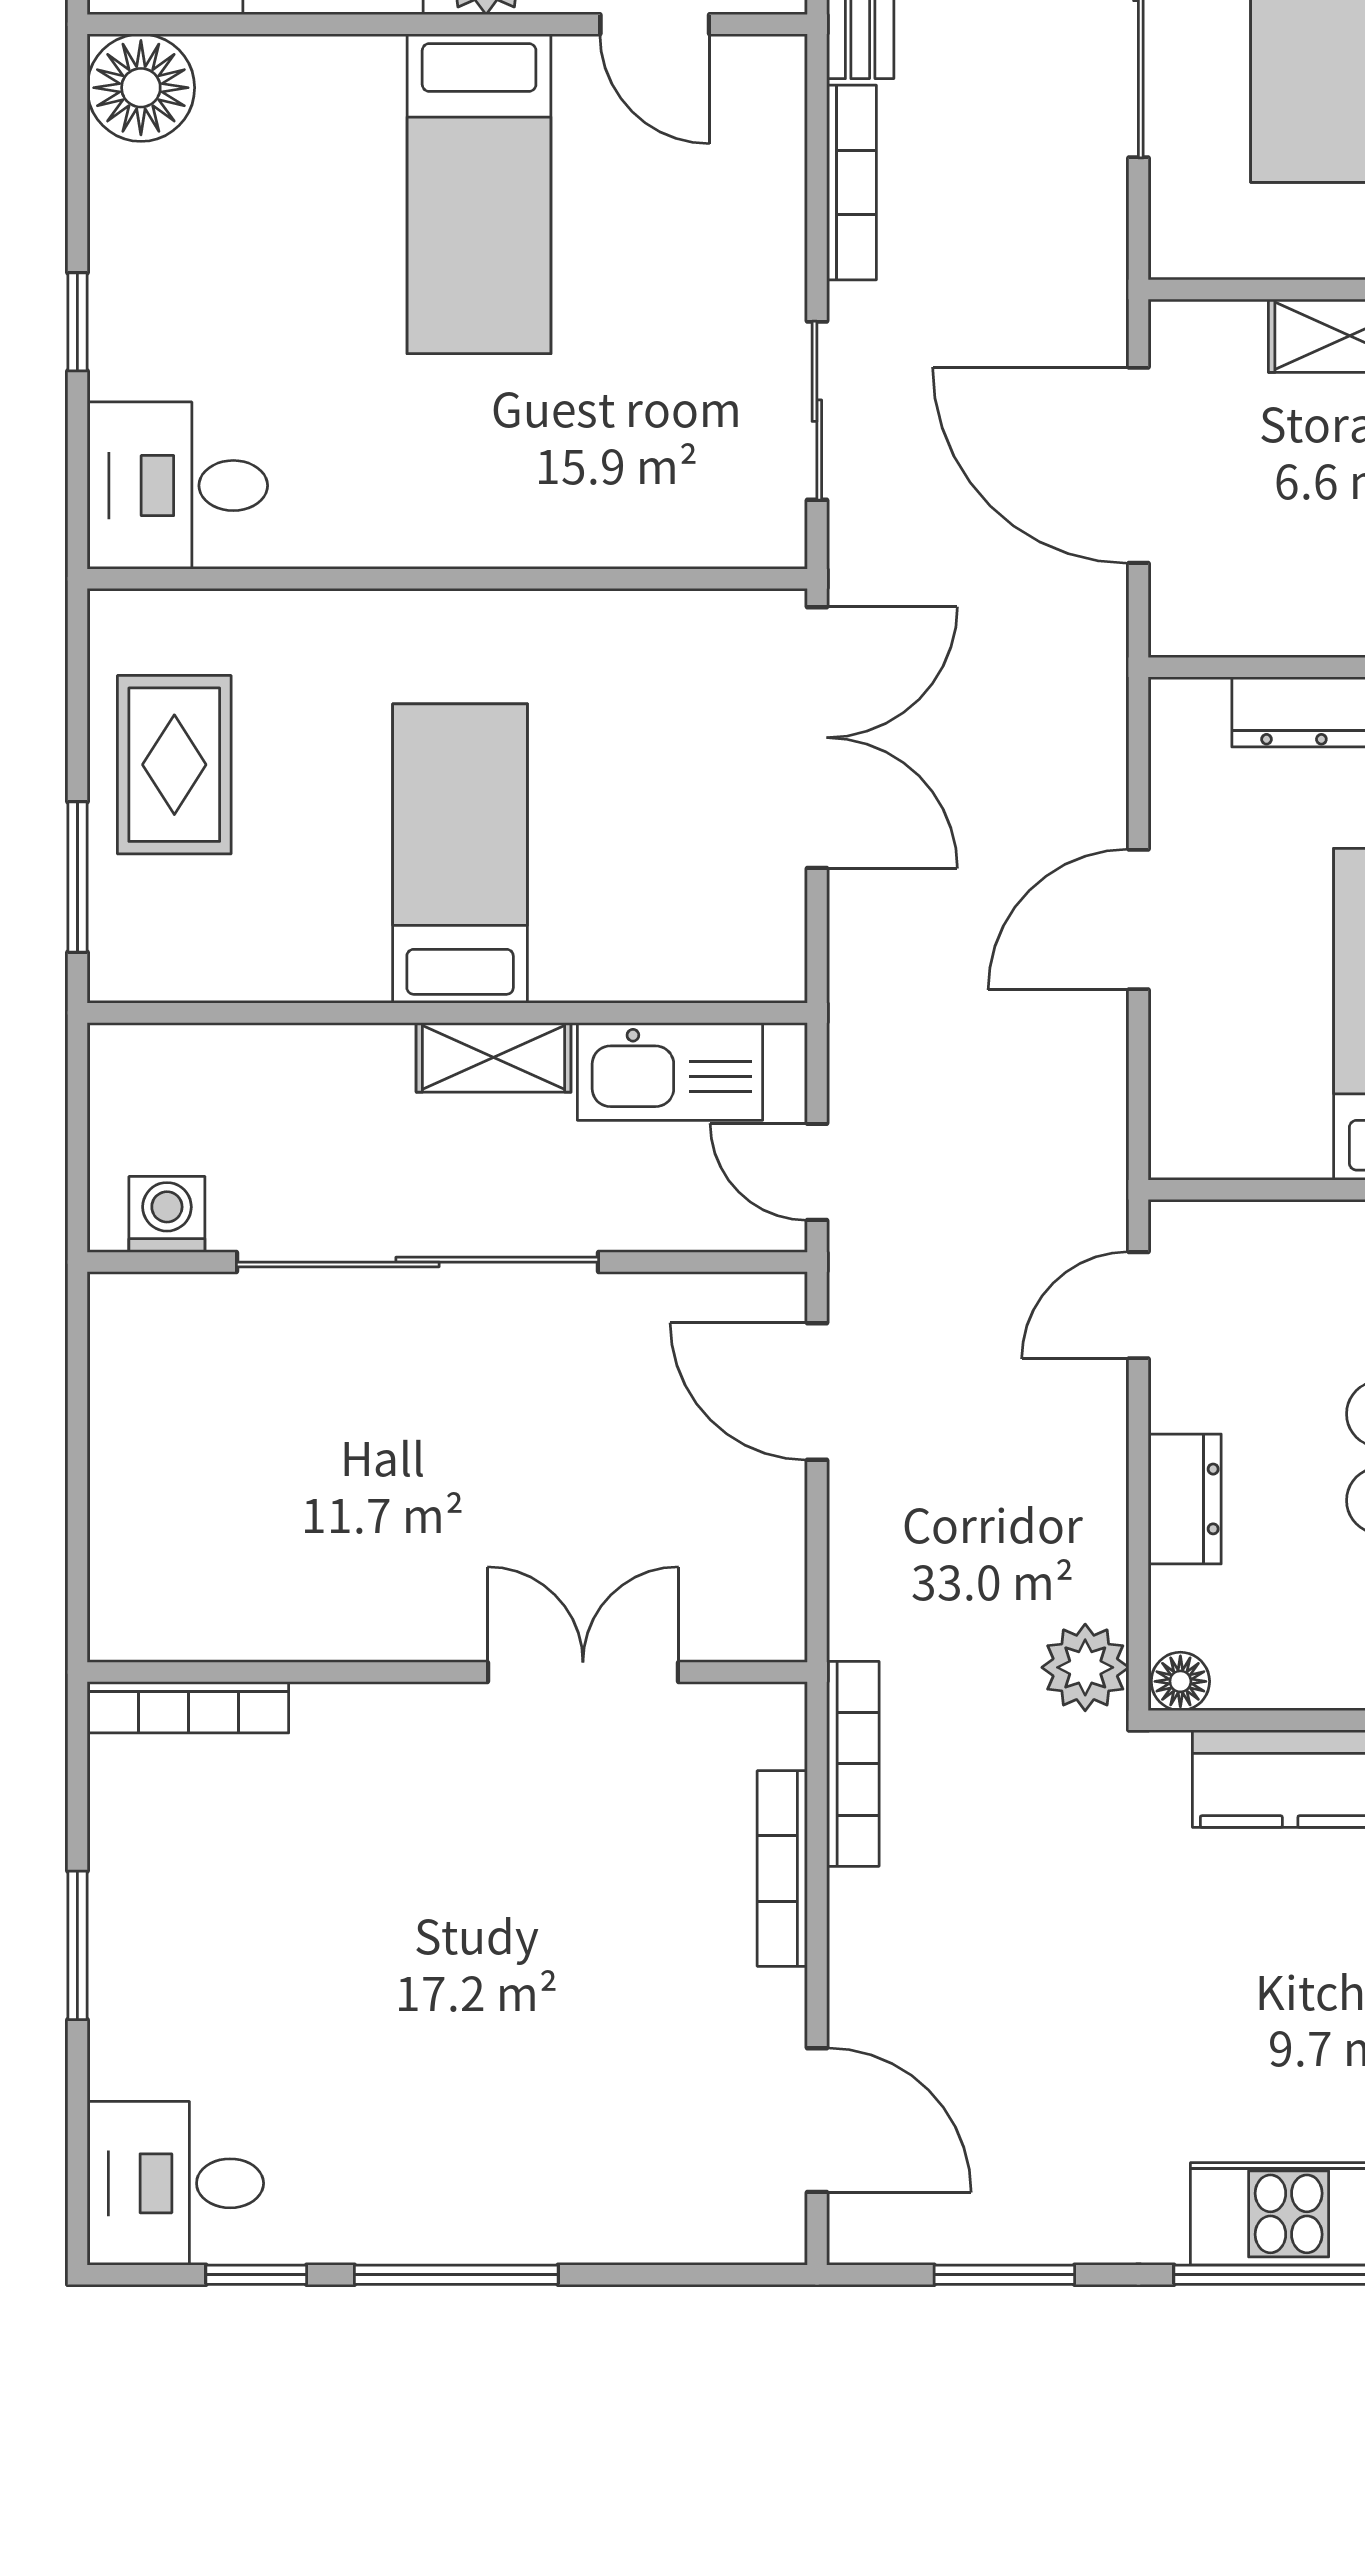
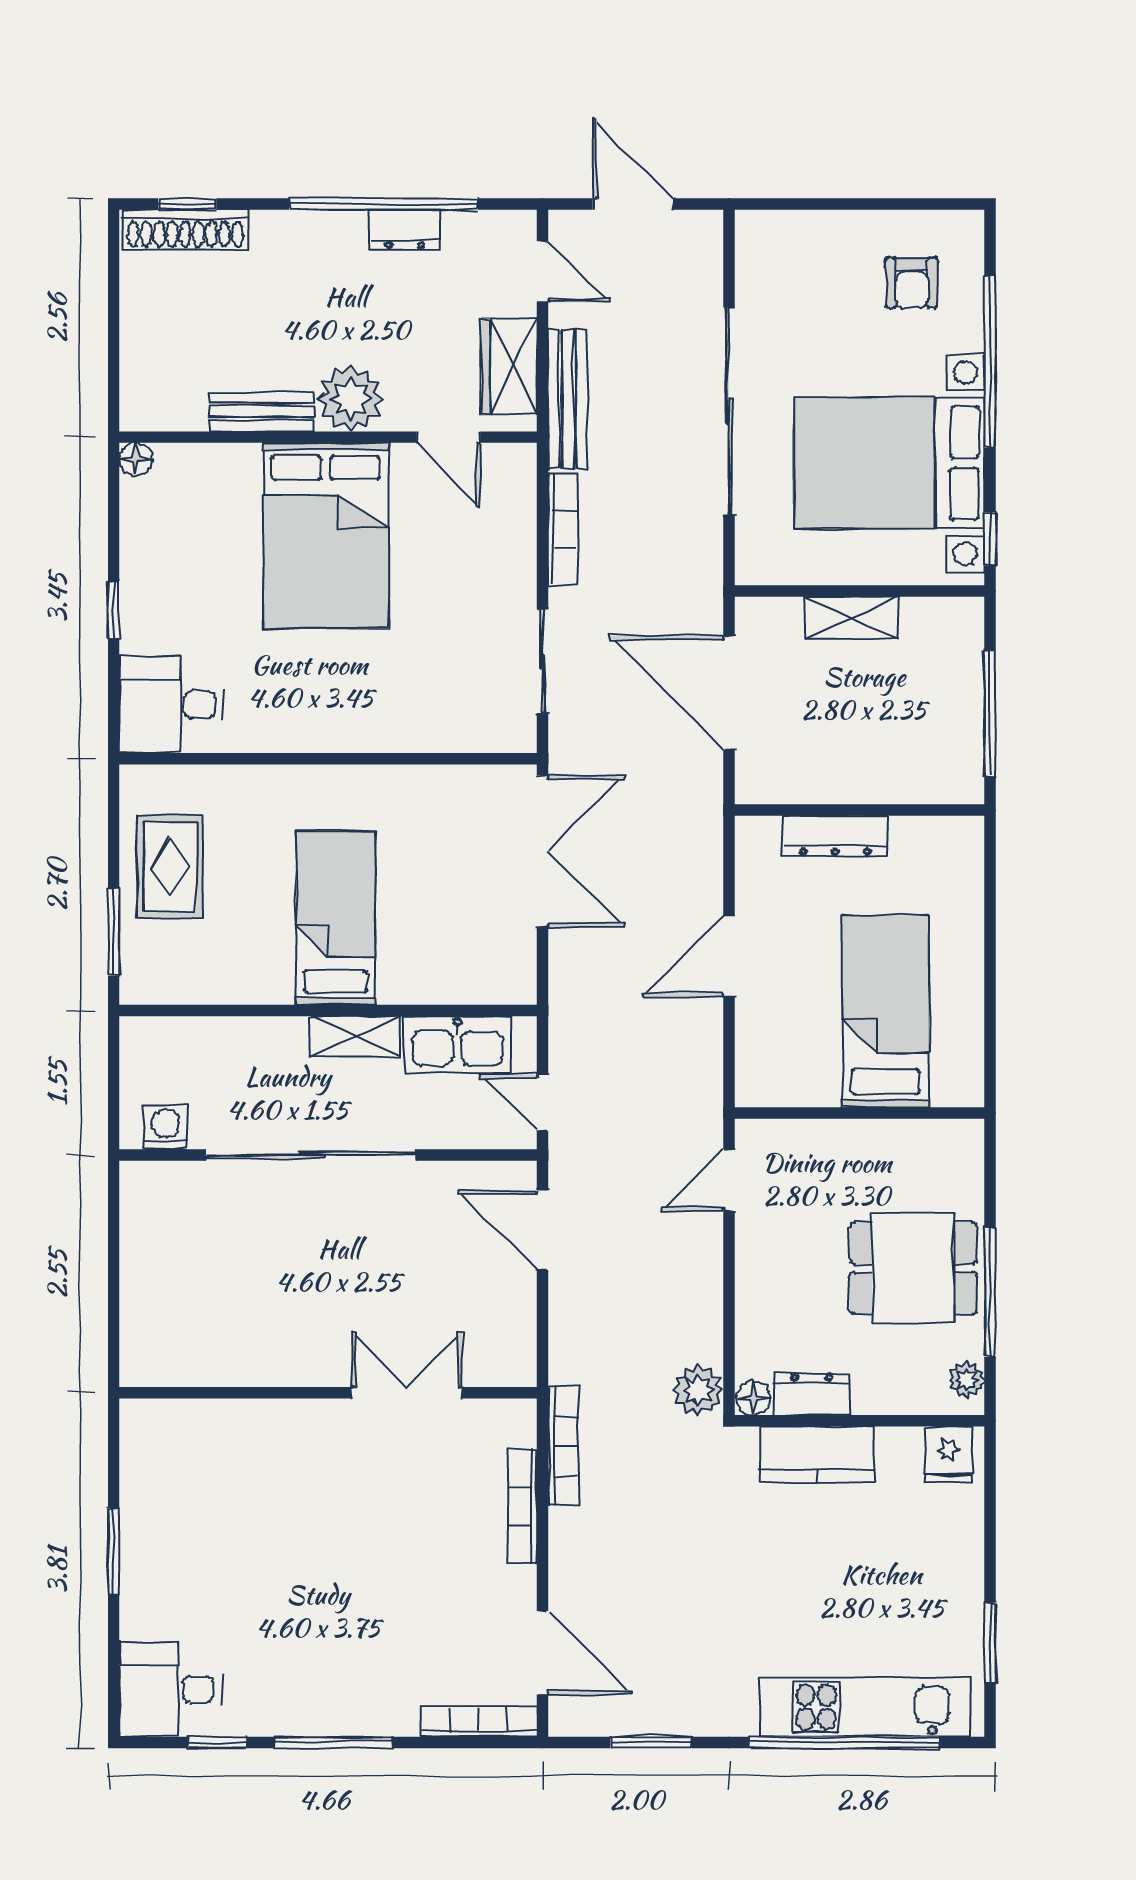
floor lamp: (141, 88) -> (136, 459), width x0.53, depth x0.53
bed: (479, 194) -> (326, 535), width x1.50
dresser: (1185, 1499) -> (812, 1394), moved, turned -90
bookcase: (188, 1707) -> (479, 1722), moved, turned 180

